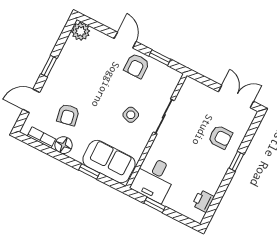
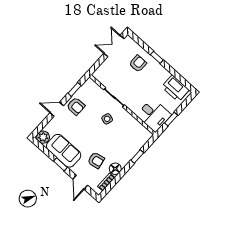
sofa: (109, 162) -> (64, 151), moved, turned 90
printer: (203, 201) -> (175, 88), width x1.87, depth x1.48

